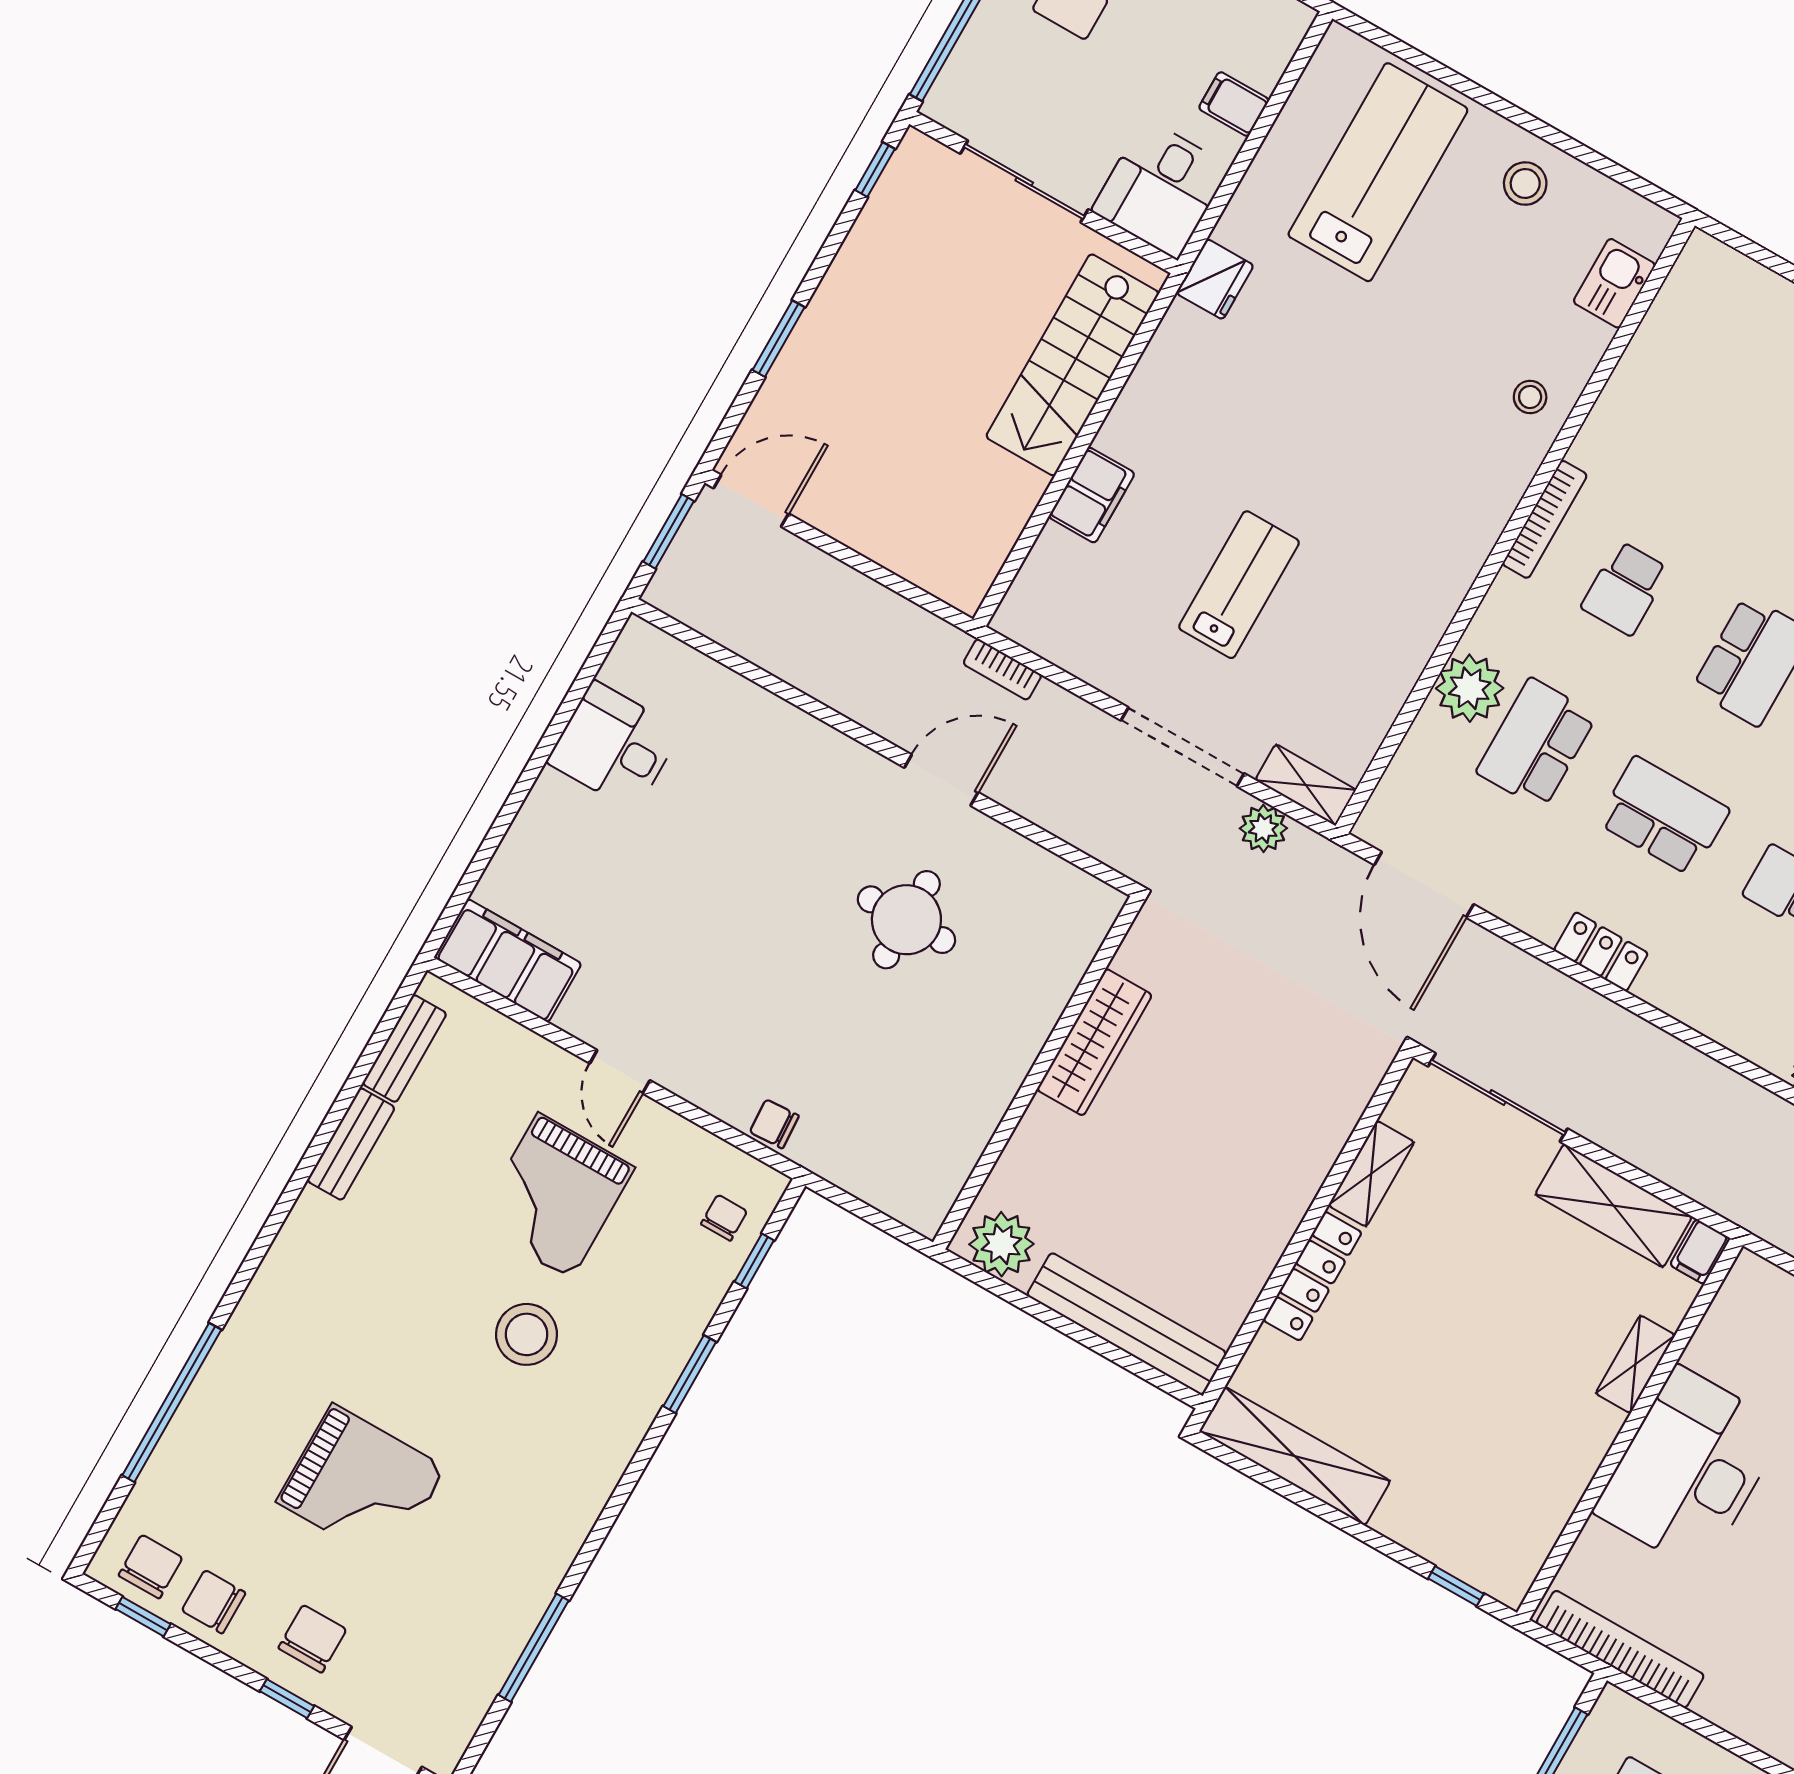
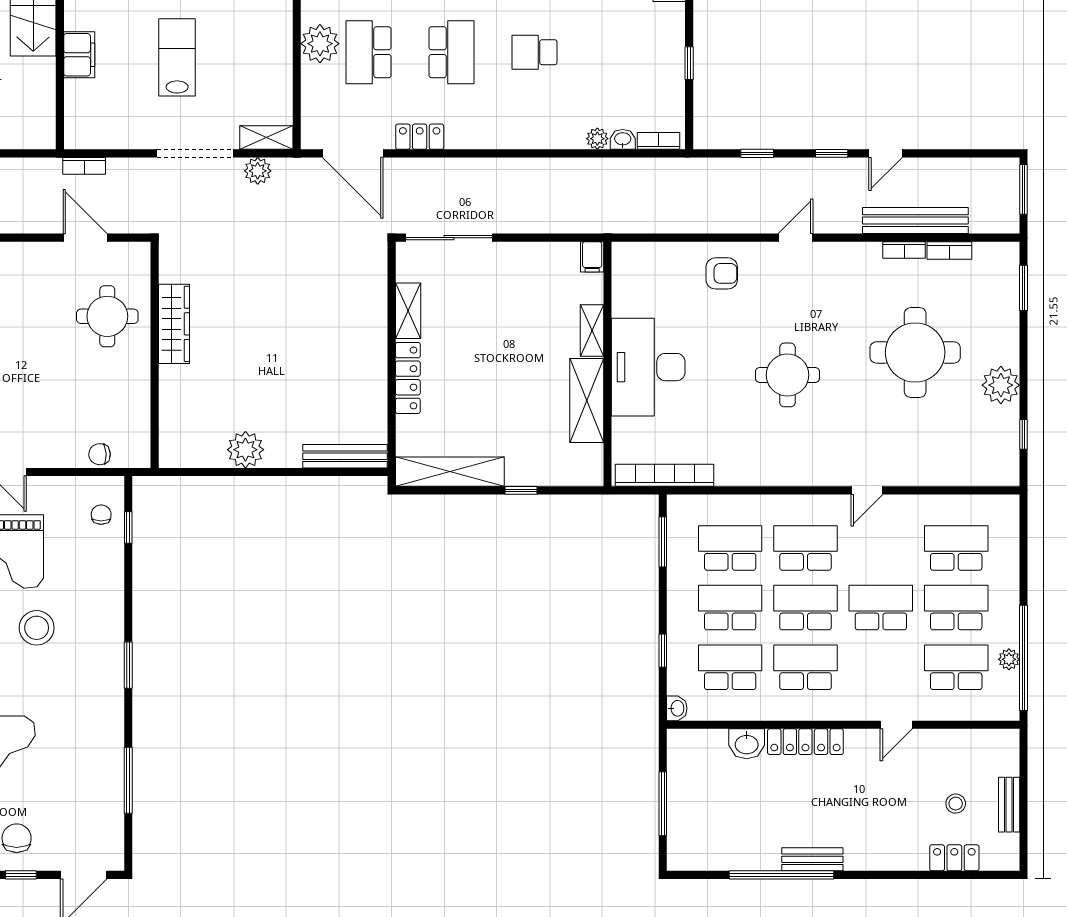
door: (941, 780) -> (85, 238), hinge flipped
school desk: (1663, 816) -> (451, 52), turned 90
locker: (1601, 952) -> (420, 137), moved
wardrobe: (1094, 1042) -> (174, 324), moved
wall: (1038, 1073) -> (155, 355), moved
shelving: (1614, 1206) -> (587, 400), moved, turned 90
bench: (1126, 1324) -> (345, 456), width x0.73, depth x0.82
window: (690, 1374) -> (128, 665), moved
window: (1456, 1586) -> (521, 490), moved

